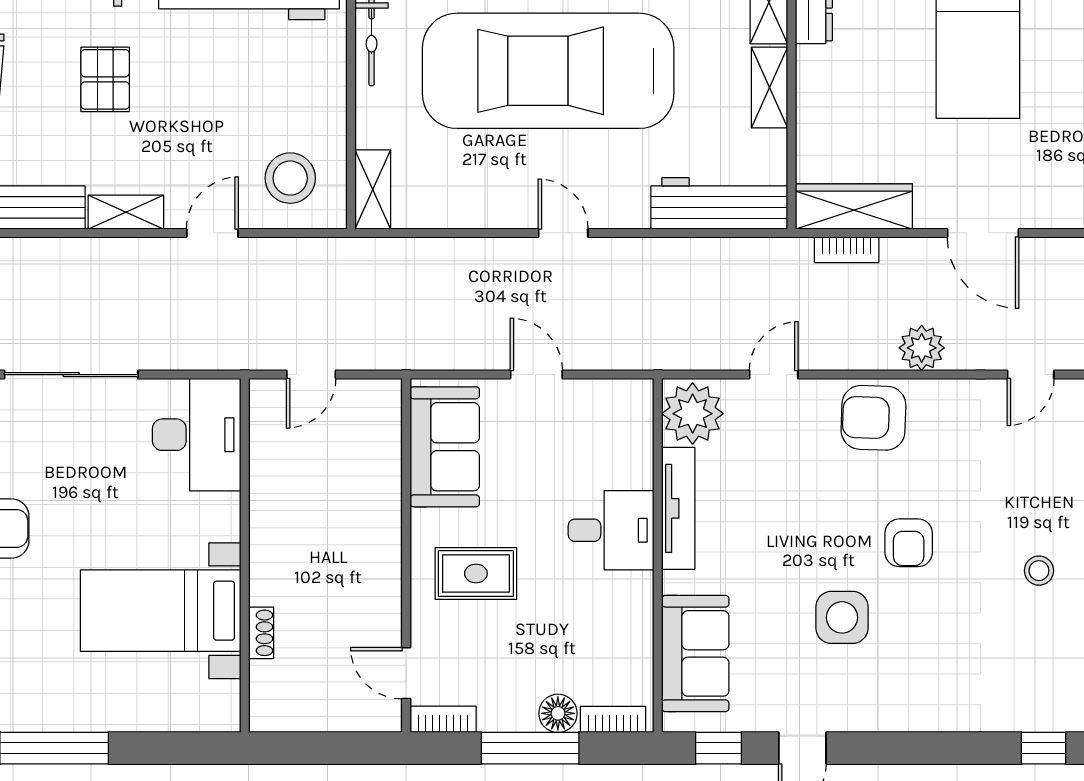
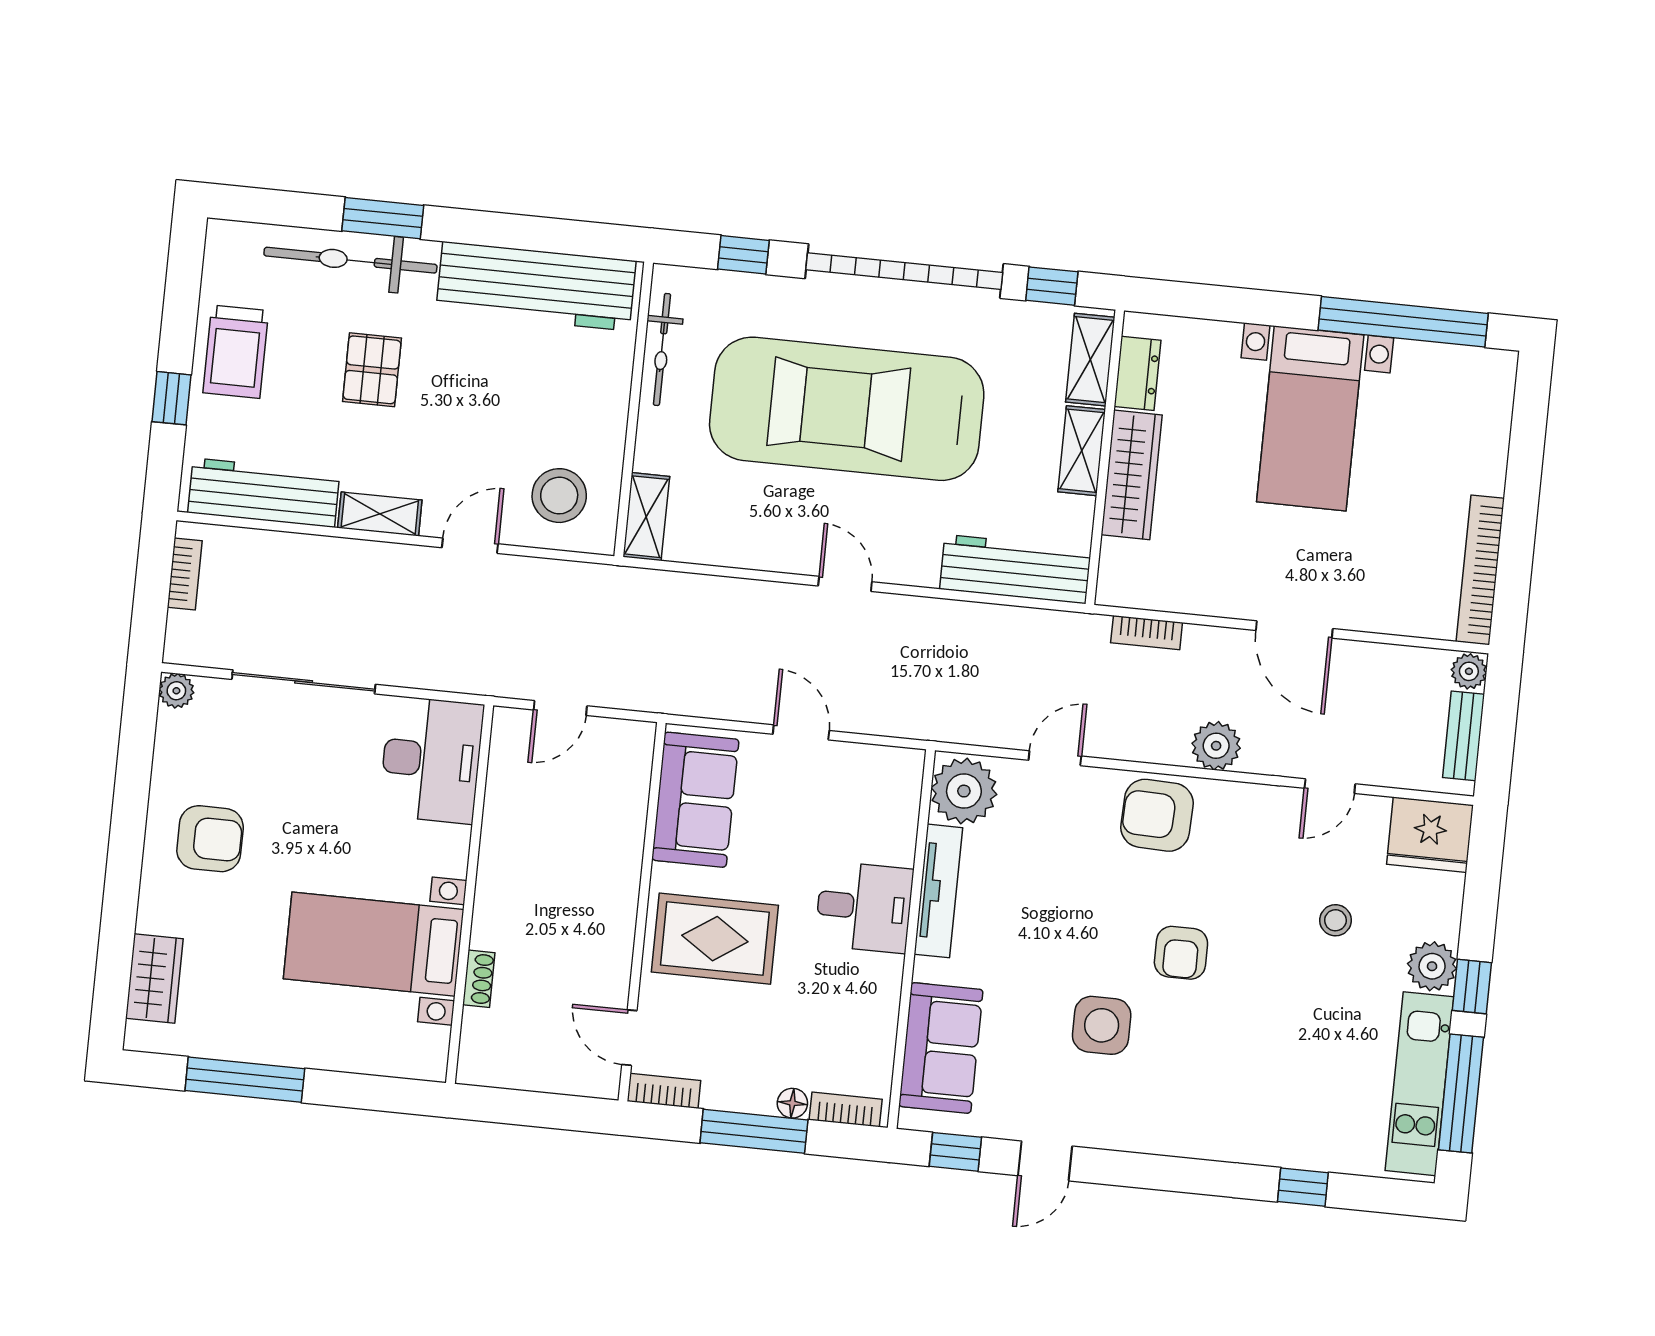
wardrobe: (854, 206) -> (1132, 475), moved, turned 90
stool: (1039, 571) -> (1335, 920), moved
rug: (476, 574) -> (715, 939), width x1.36, depth x1.43
floor lamp: (558, 713) -> (792, 1103), width x0.73, depth x0.73

